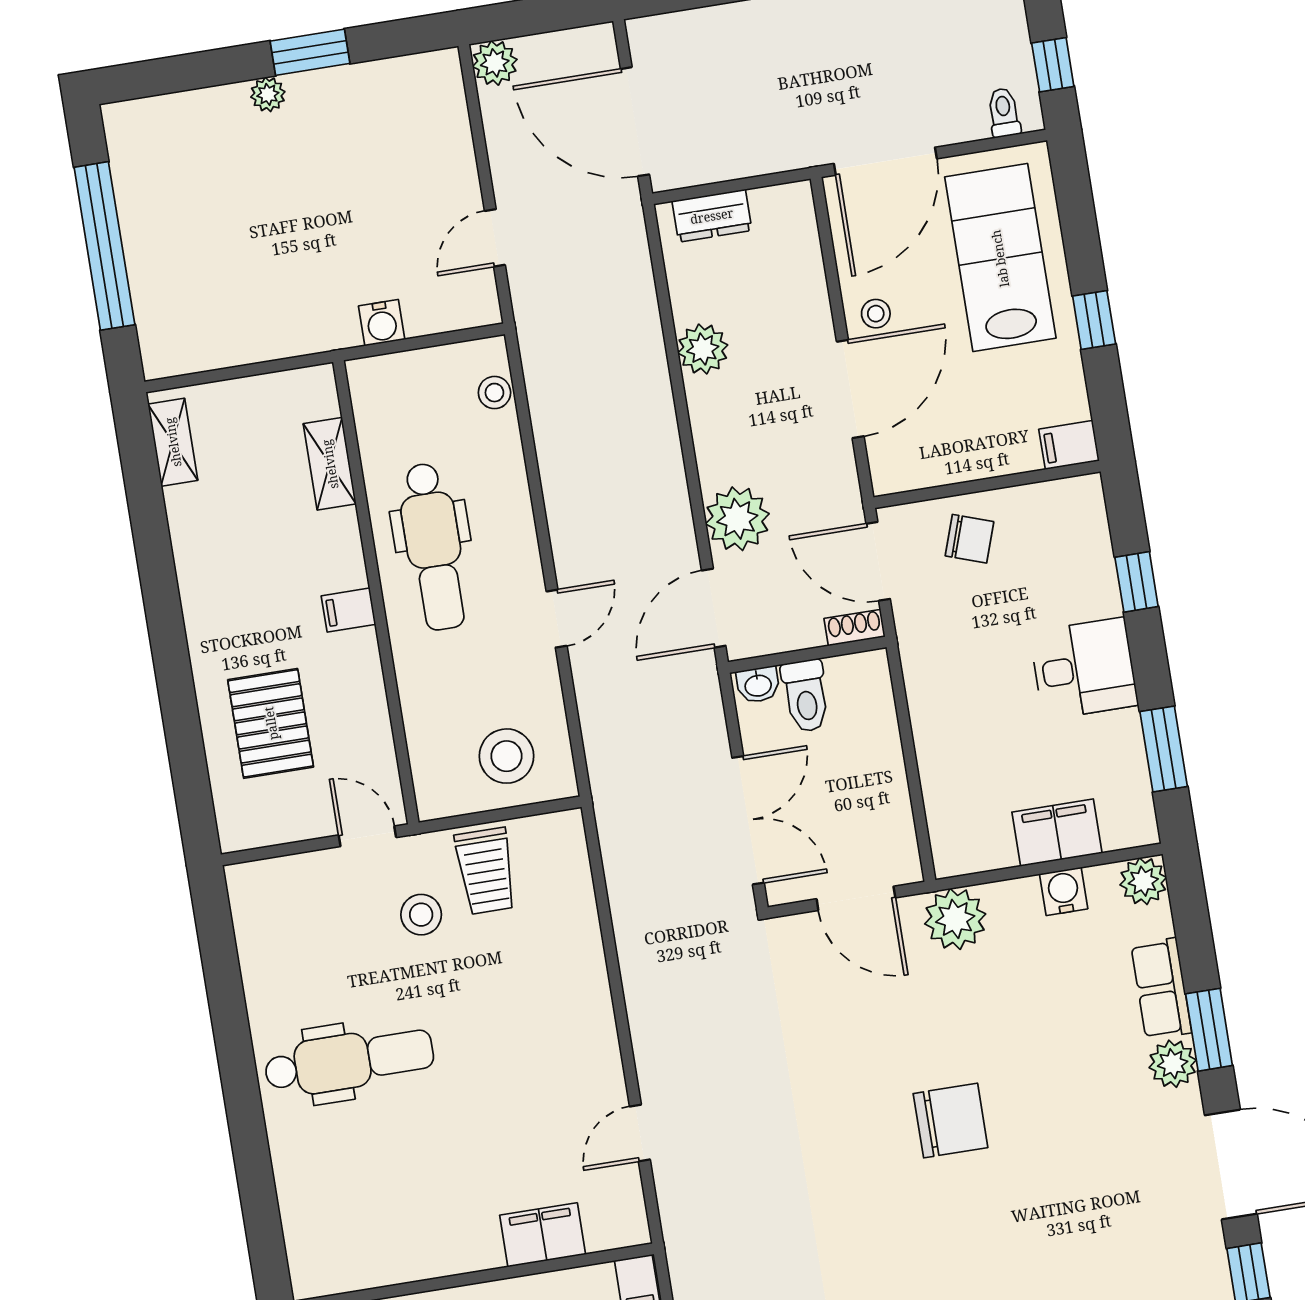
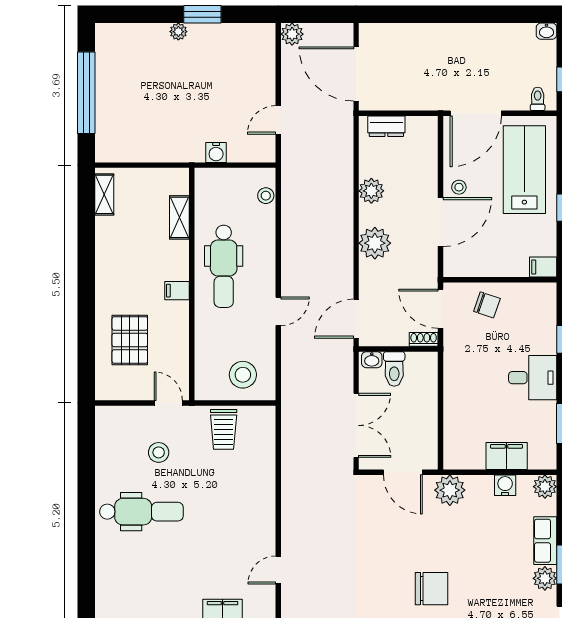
plant: (737, 519) -> (375, 243), moved
stool: (421, 915) -> (159, 452), moved

